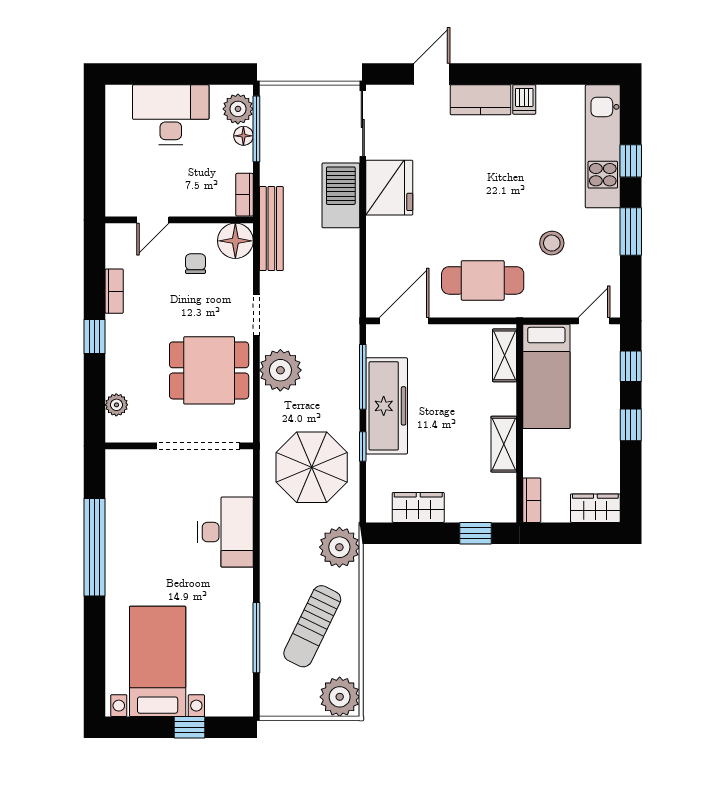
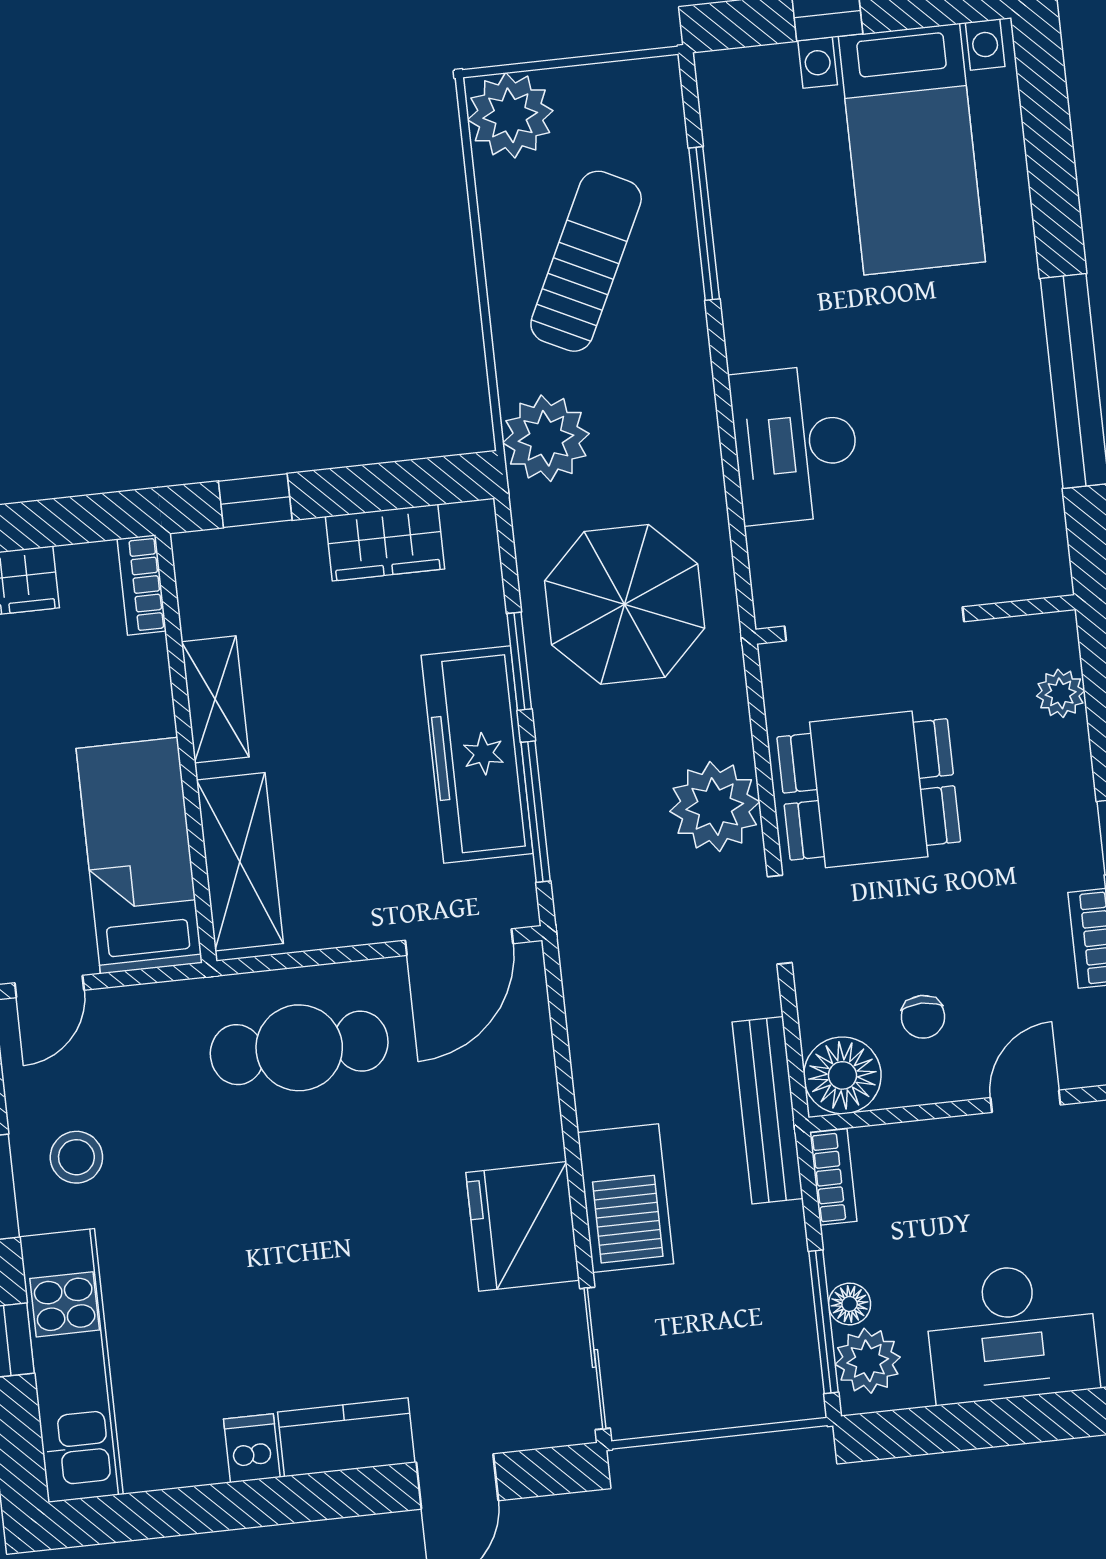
stool: (552, 243) -> (76, 1157), moved
shelving: (505, 355) -> (240, 862), width x1.50, depth x1.33
window: (363, 446) -> (519, 661), width x1.50

